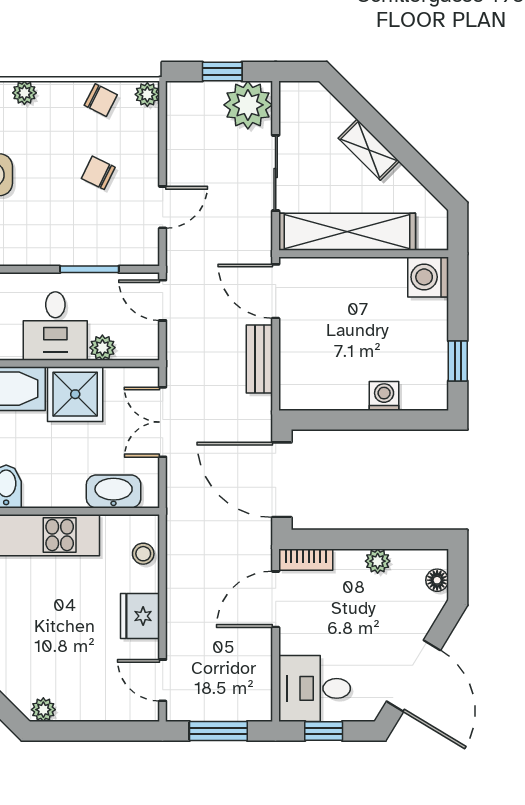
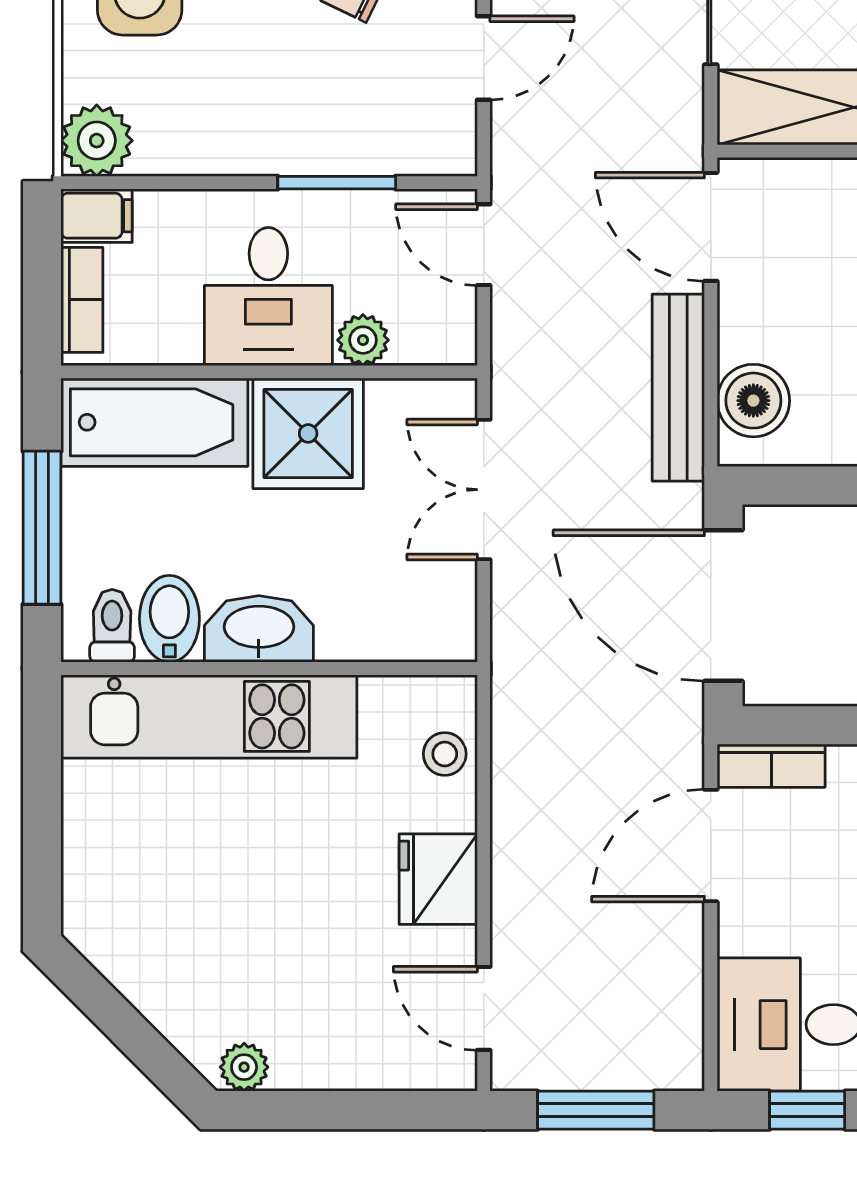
bench: (259, 359) -> (678, 388), width x1.36
boiler: (297, 378) -> (753, 401), added
washbasin: (114, 491) -> (259, 629), moved

